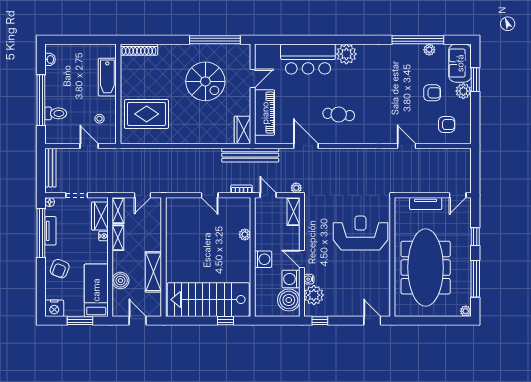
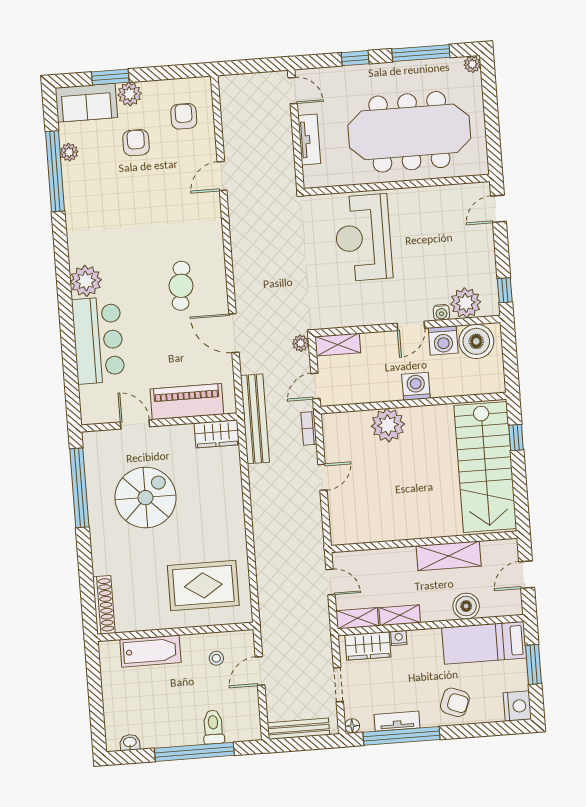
rug: (147, 114) -> (203, 585), turned 90
door: (306, 146) -> (234, 333), hinge flipped
plant: (245, 235) -> (388, 425), width x1.87, depth x1.87

